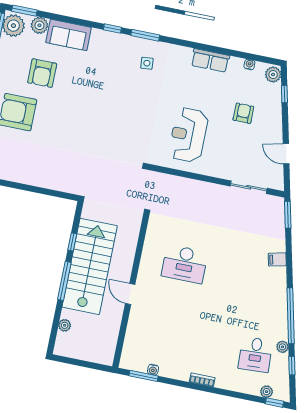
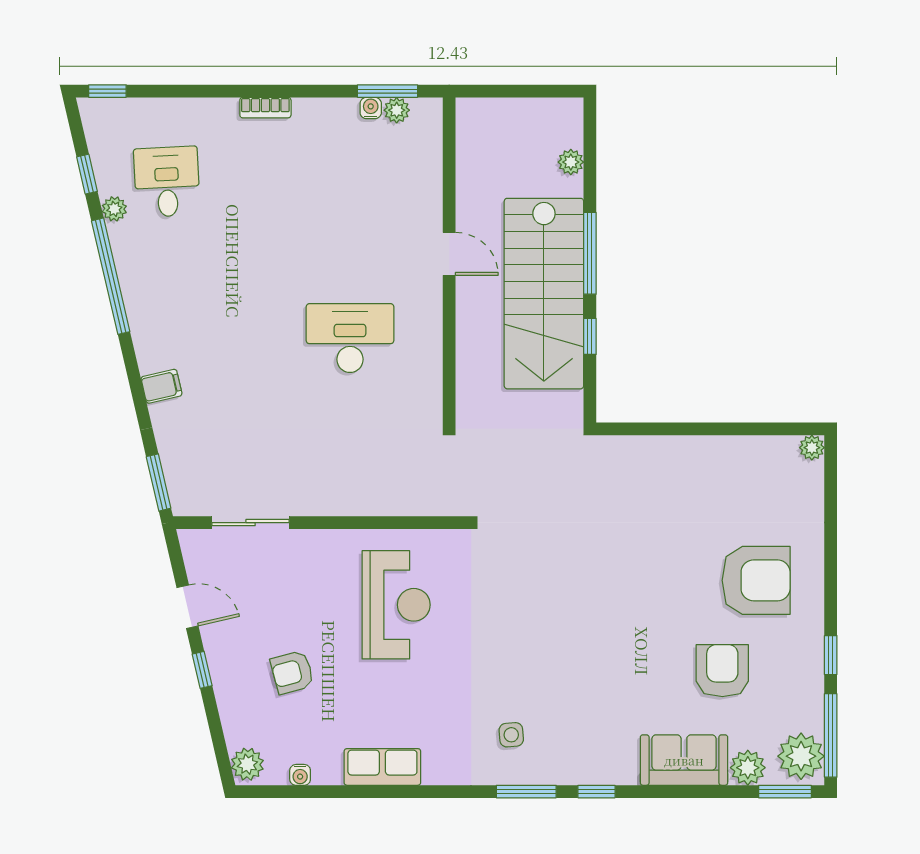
window: (284, 94) -> (202, 670), moved
armchair: (243, 113) -> (292, 672), turned 75
plant: (267, 392) -> (397, 110), moved

